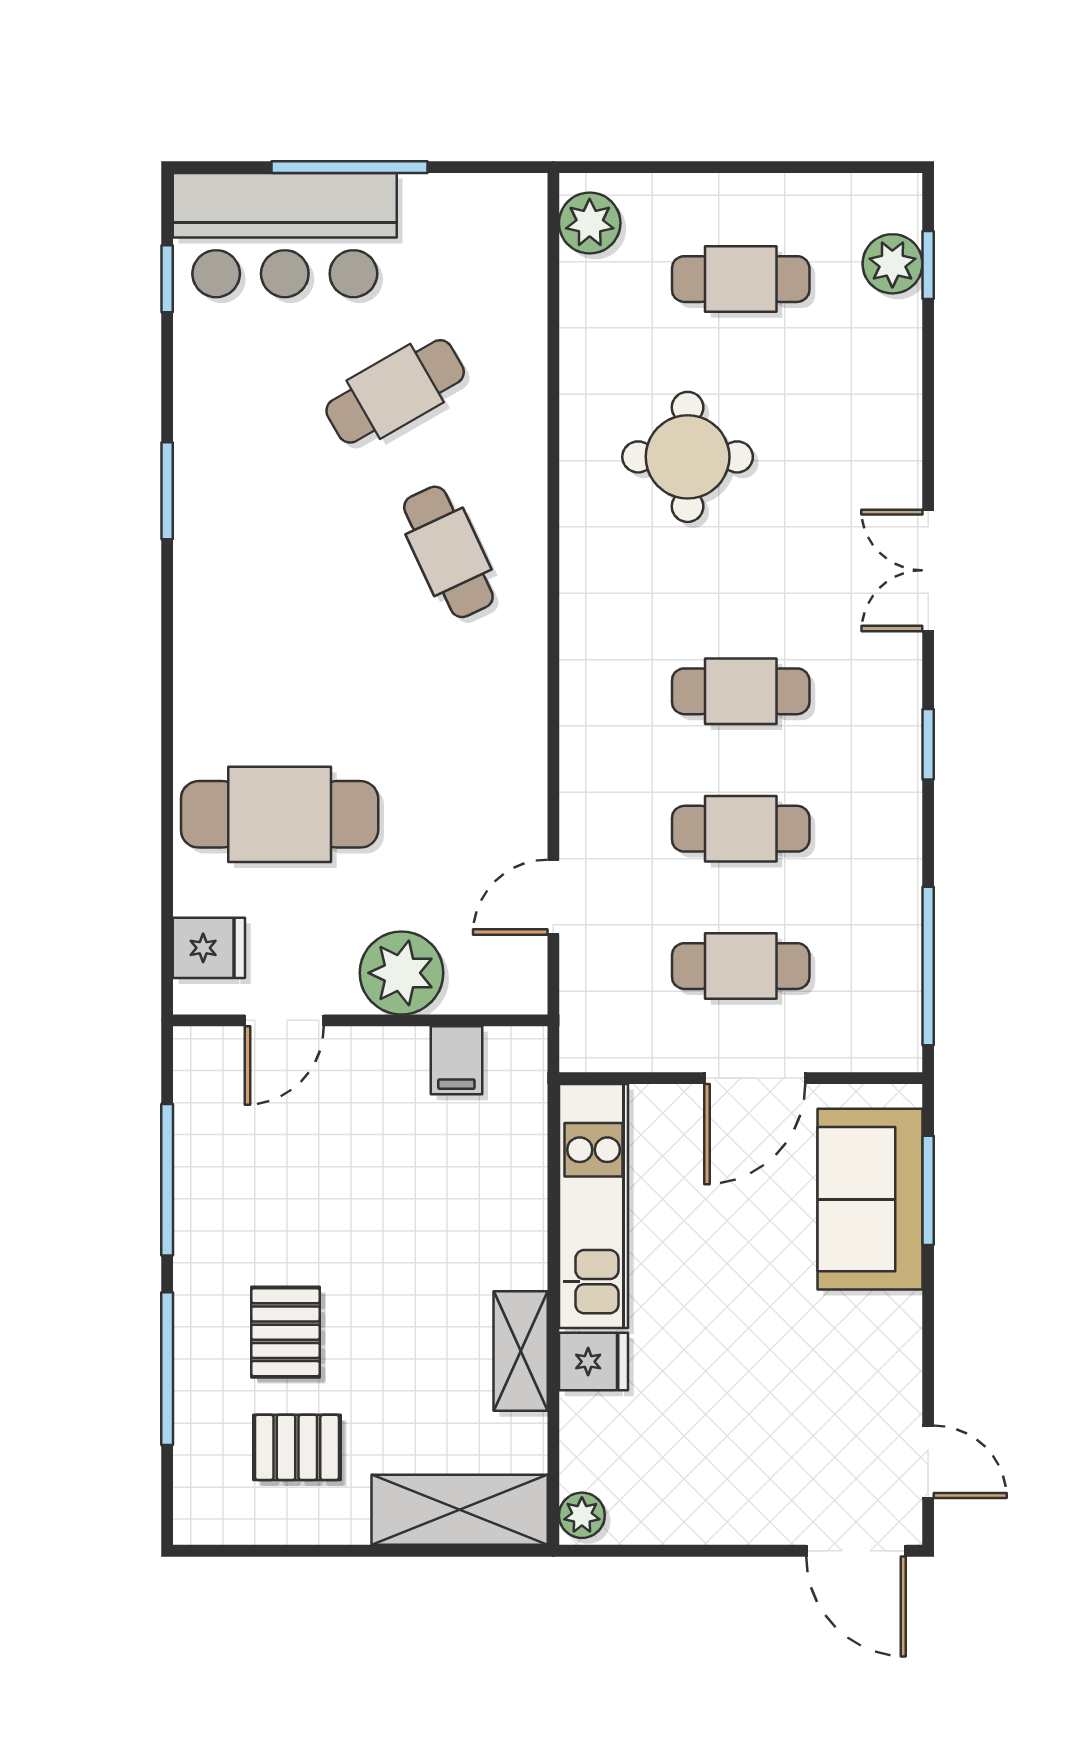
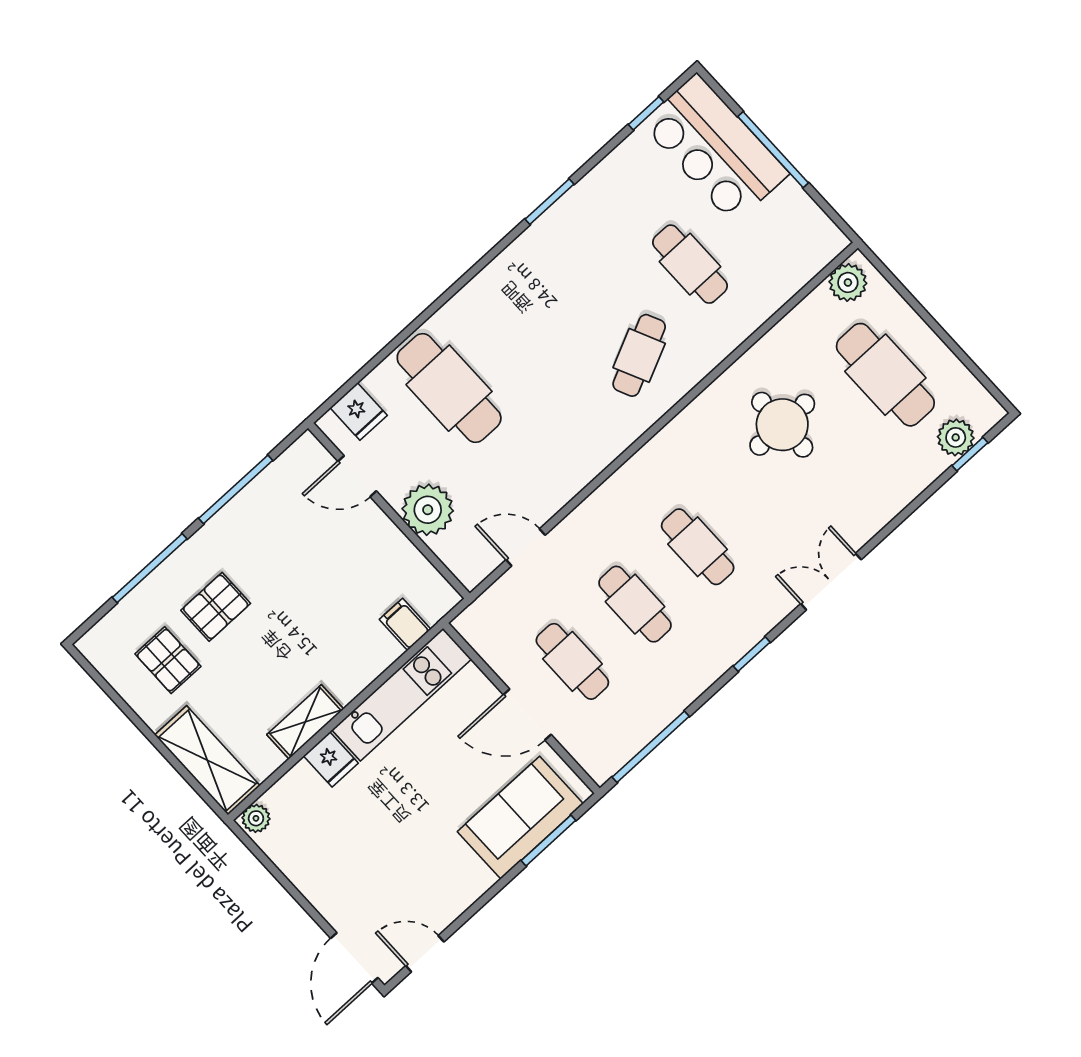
cafe table: (741, 279) -> (885, 375), width x1.37, depth x1.35
cafe table: (395, 391) -> (690, 264), turned 30
filing cabinet: (456, 1060) -> (405, 624), moved, turned 90
door: (928, 1462) -> (425, 954), swing flipped

